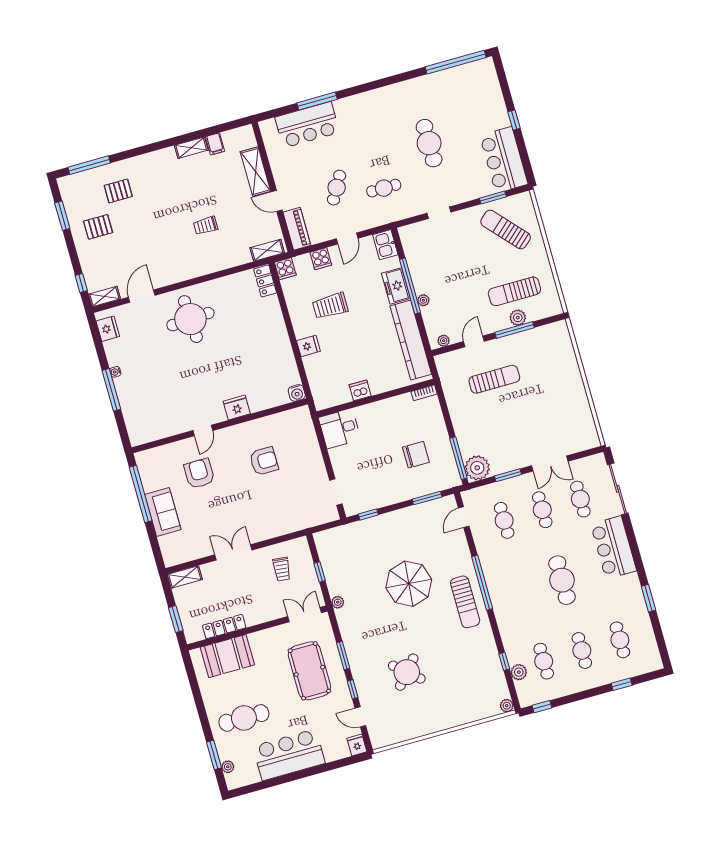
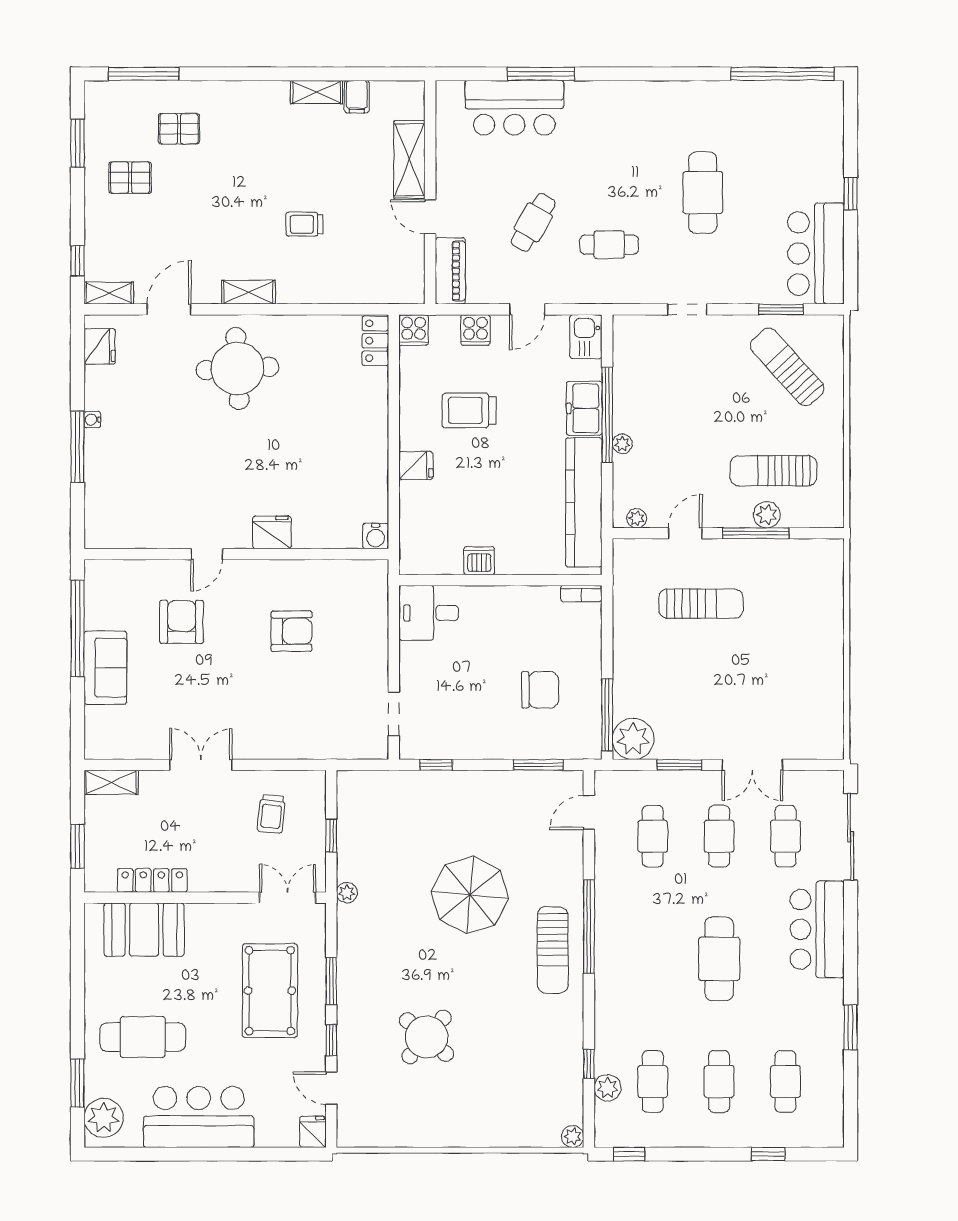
shelving: (267, 250) -> (248, 292), moved
plant: (228, 767) -> (104, 1118), width x1.87, depth x1.87

